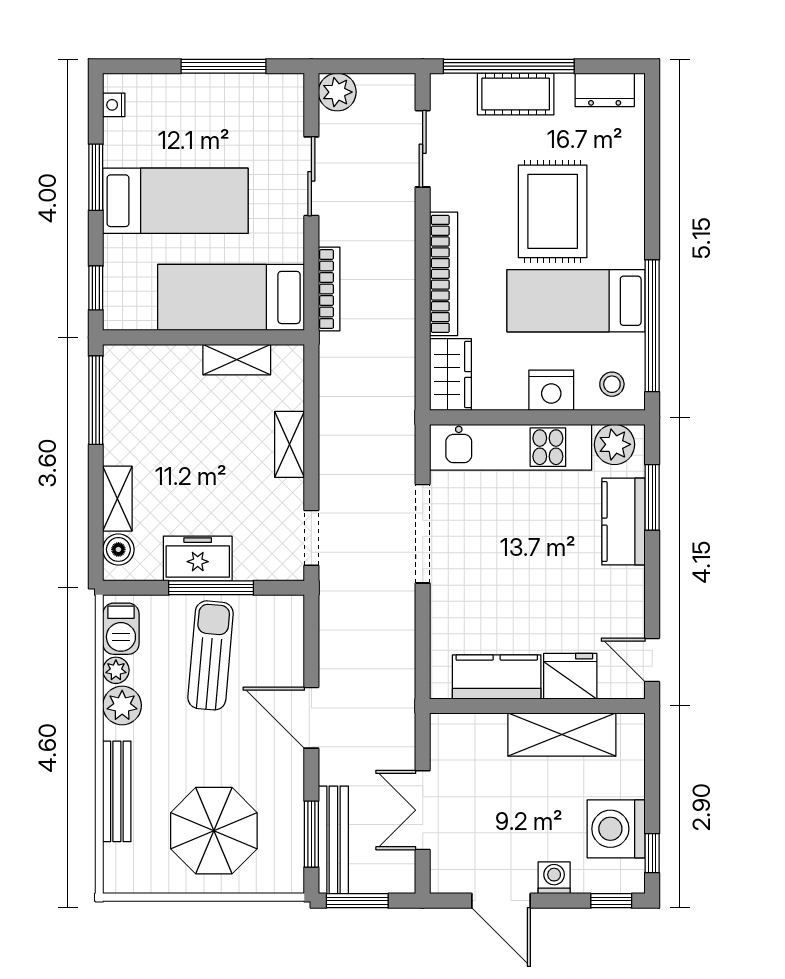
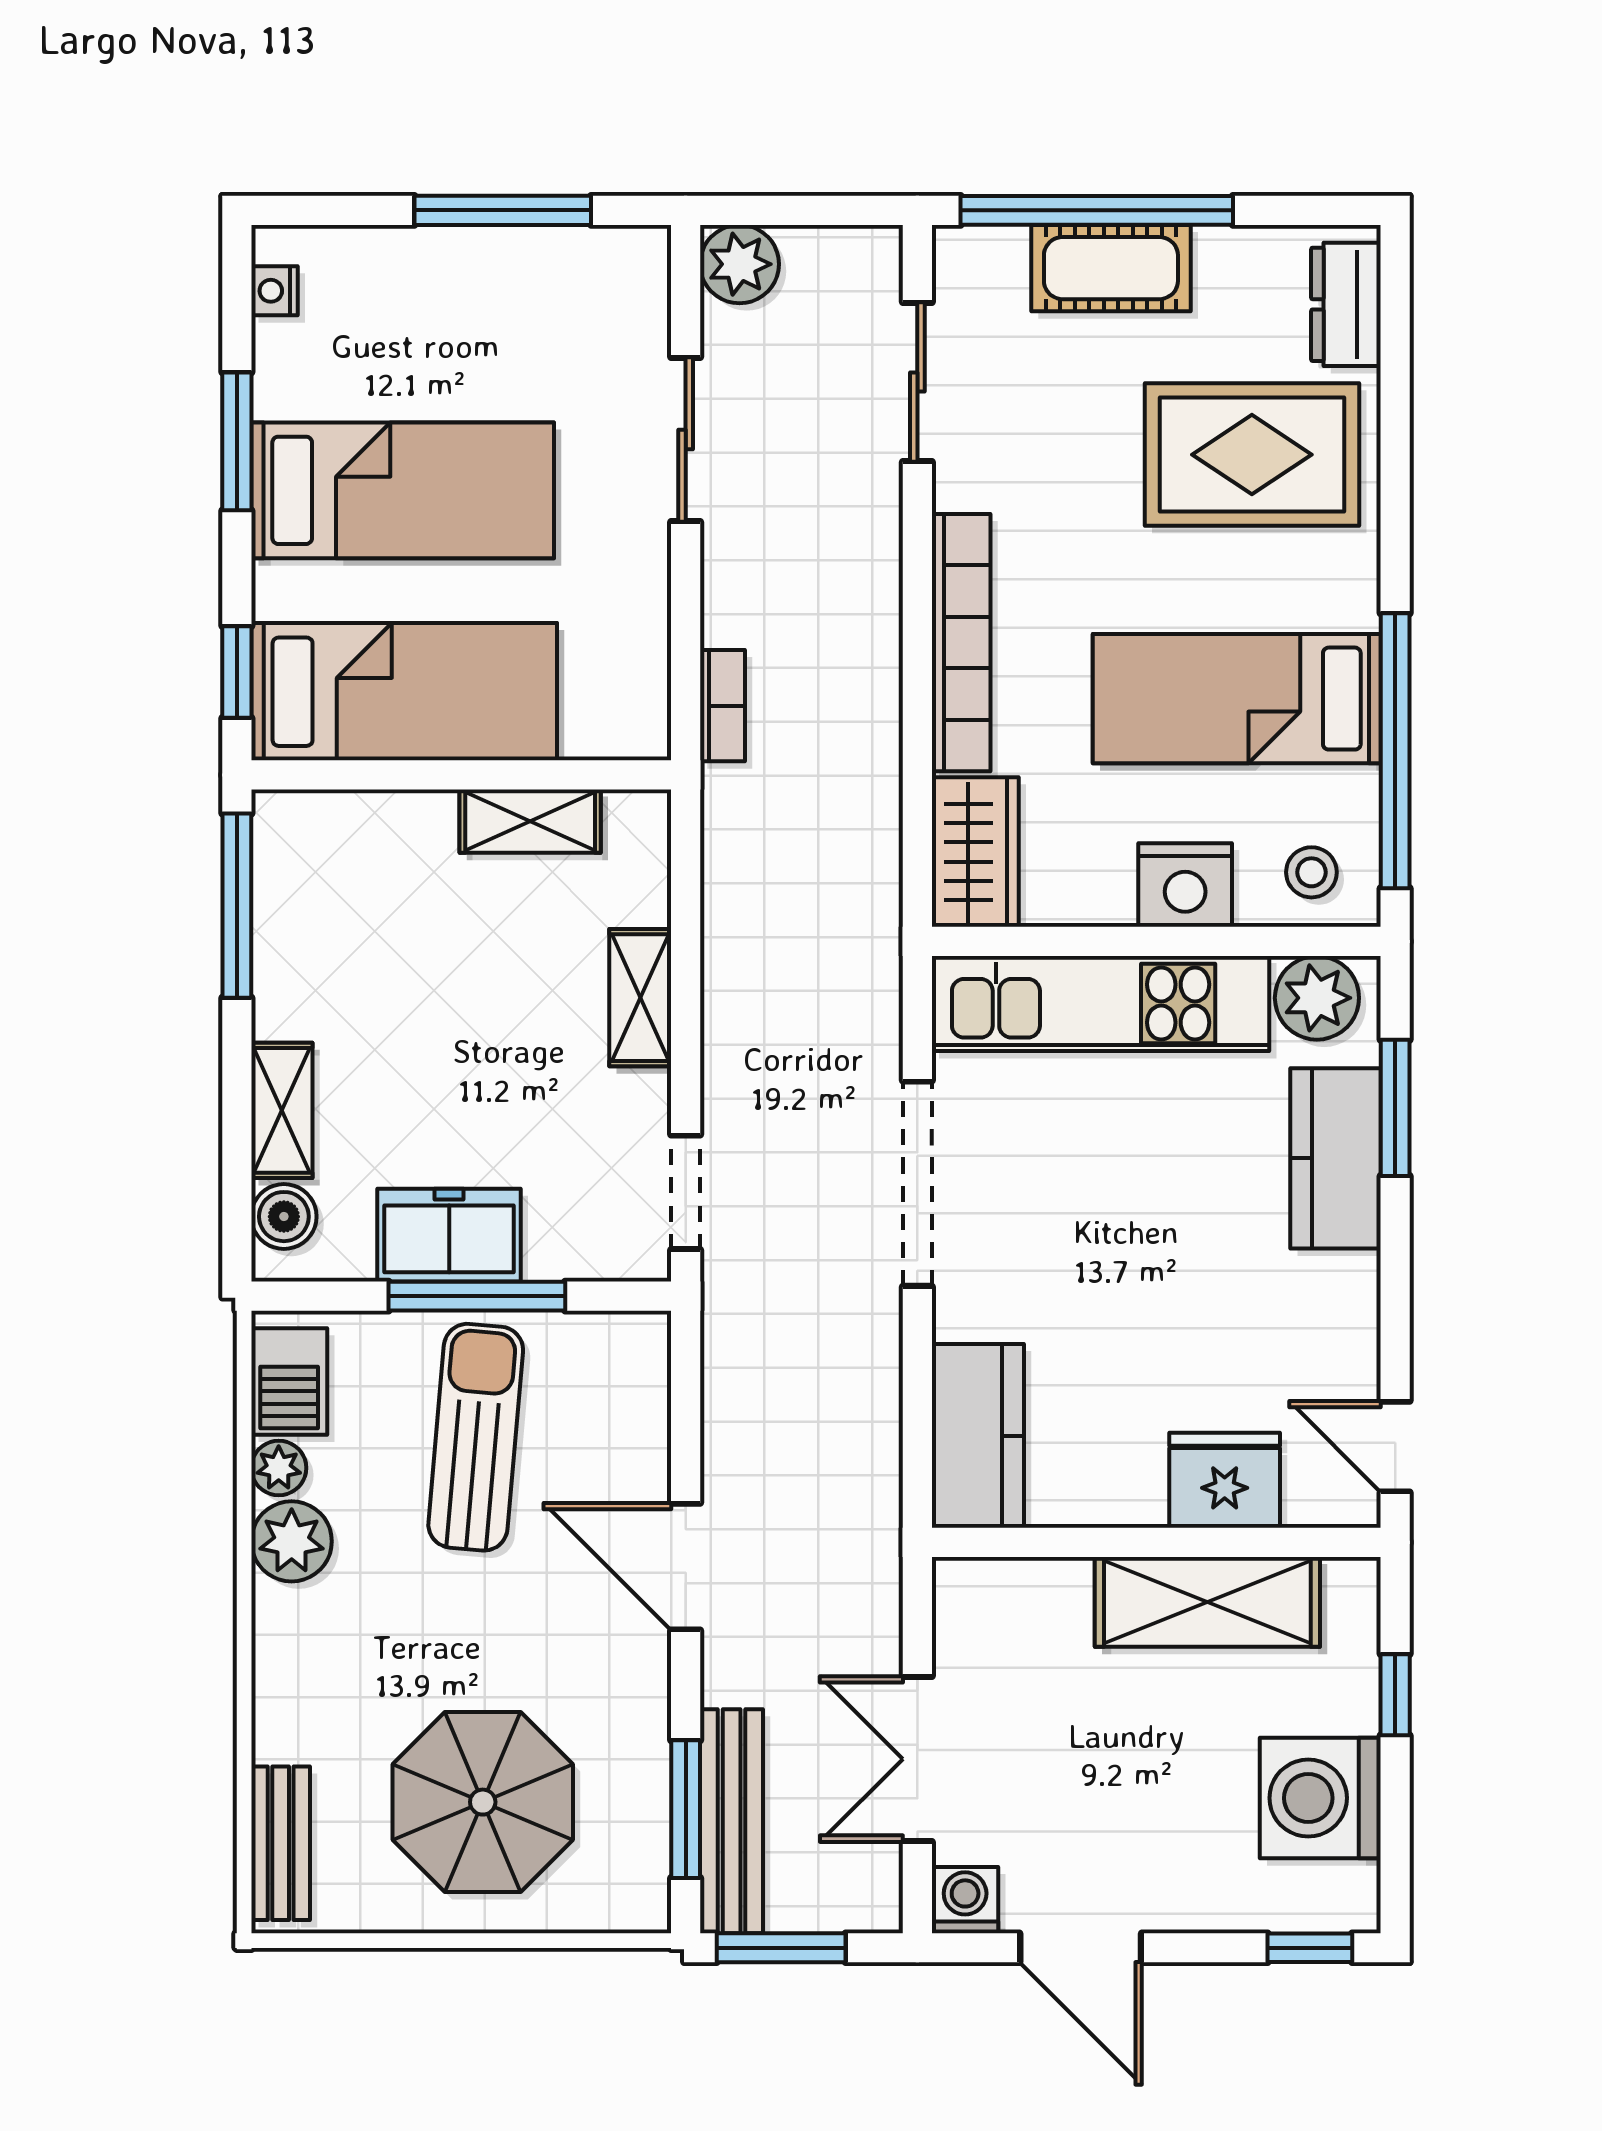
dresser: (605, 90) -> (1346, 304), moved, turned 90
rug: (553, 211) -> (1252, 455), moved, turned 90
bookcase: (329, 289) -> (723, 706), width x0.64
bed: (231, 297) -> (404, 692), moved, turned 180
kitchen counter: (497, 677) -> (978, 1436), moved, turned 90
bench: (117, 791) -> (281, 1843), moved, width x0.73
window: (652, 853) -> (1395, 1695), moved
washing machine: (554, 878) -> (965, 1900), moved

